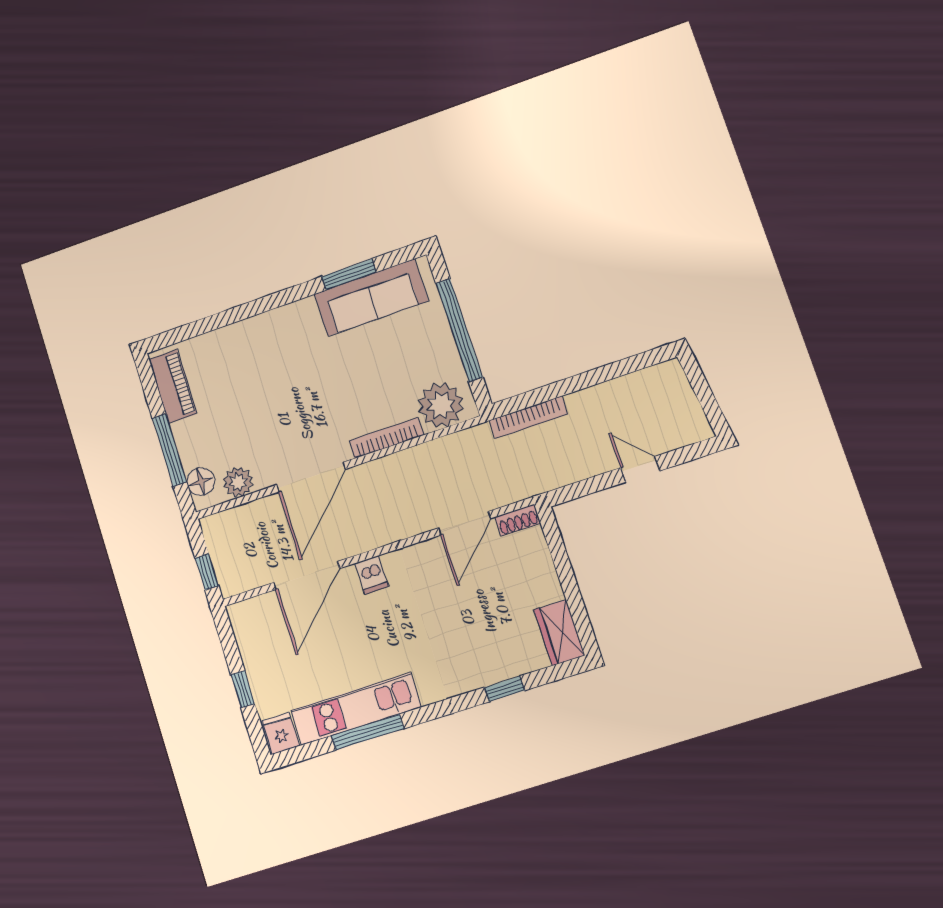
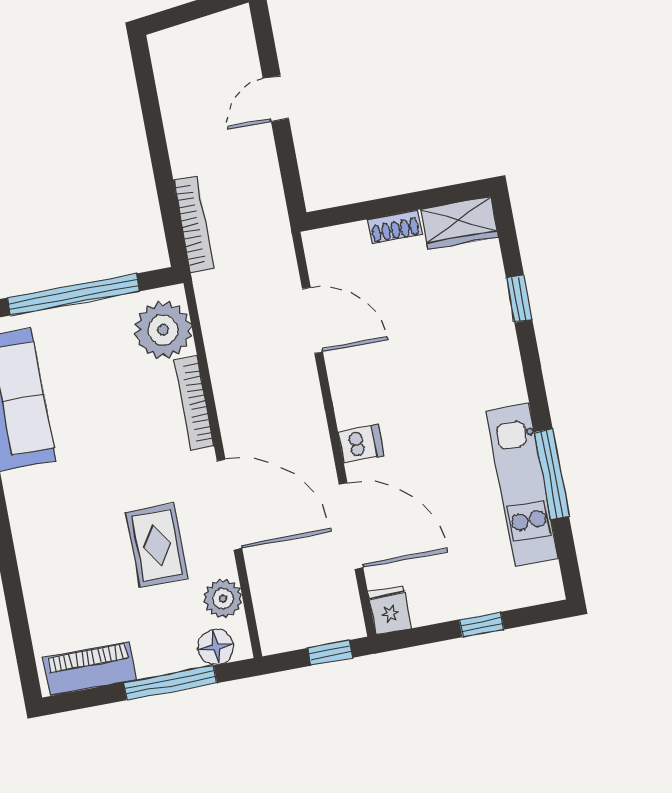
rug: (273, 424) -> (157, 545), added
shoe rack: (518, 520) -> (395, 227), moved, turned 90
fridge: (281, 733) -> (390, 610), moved, turned 90

